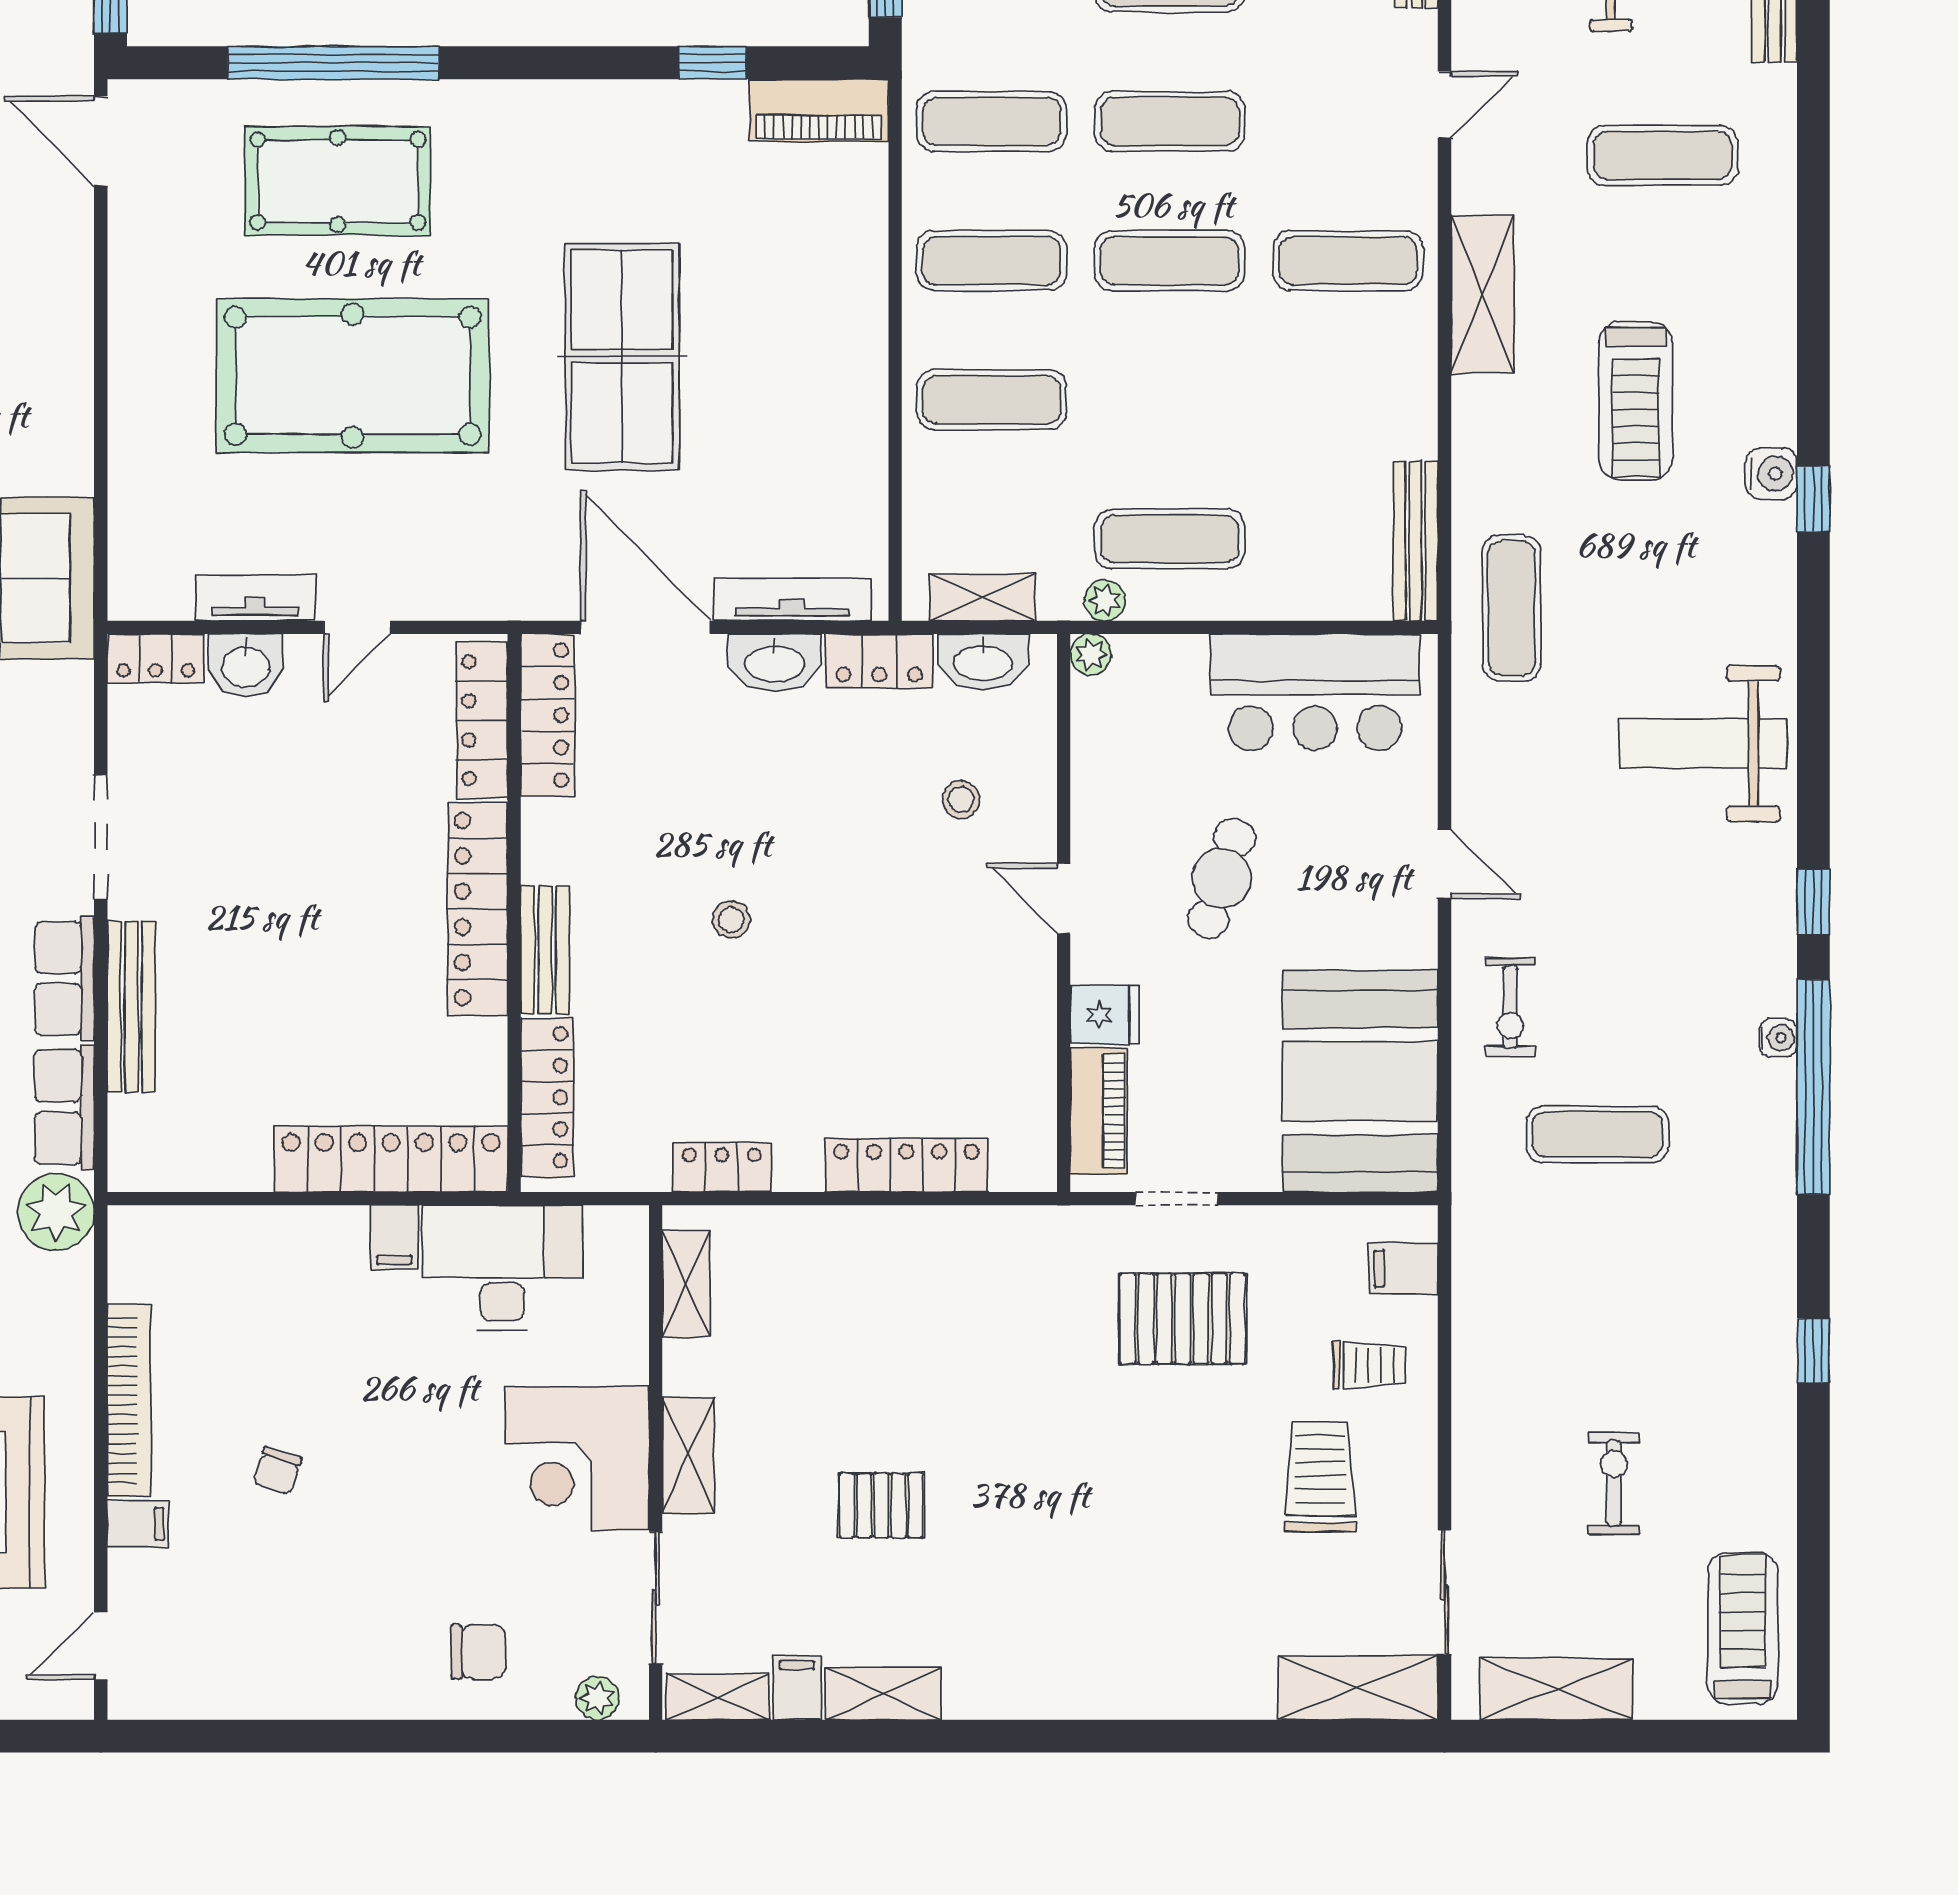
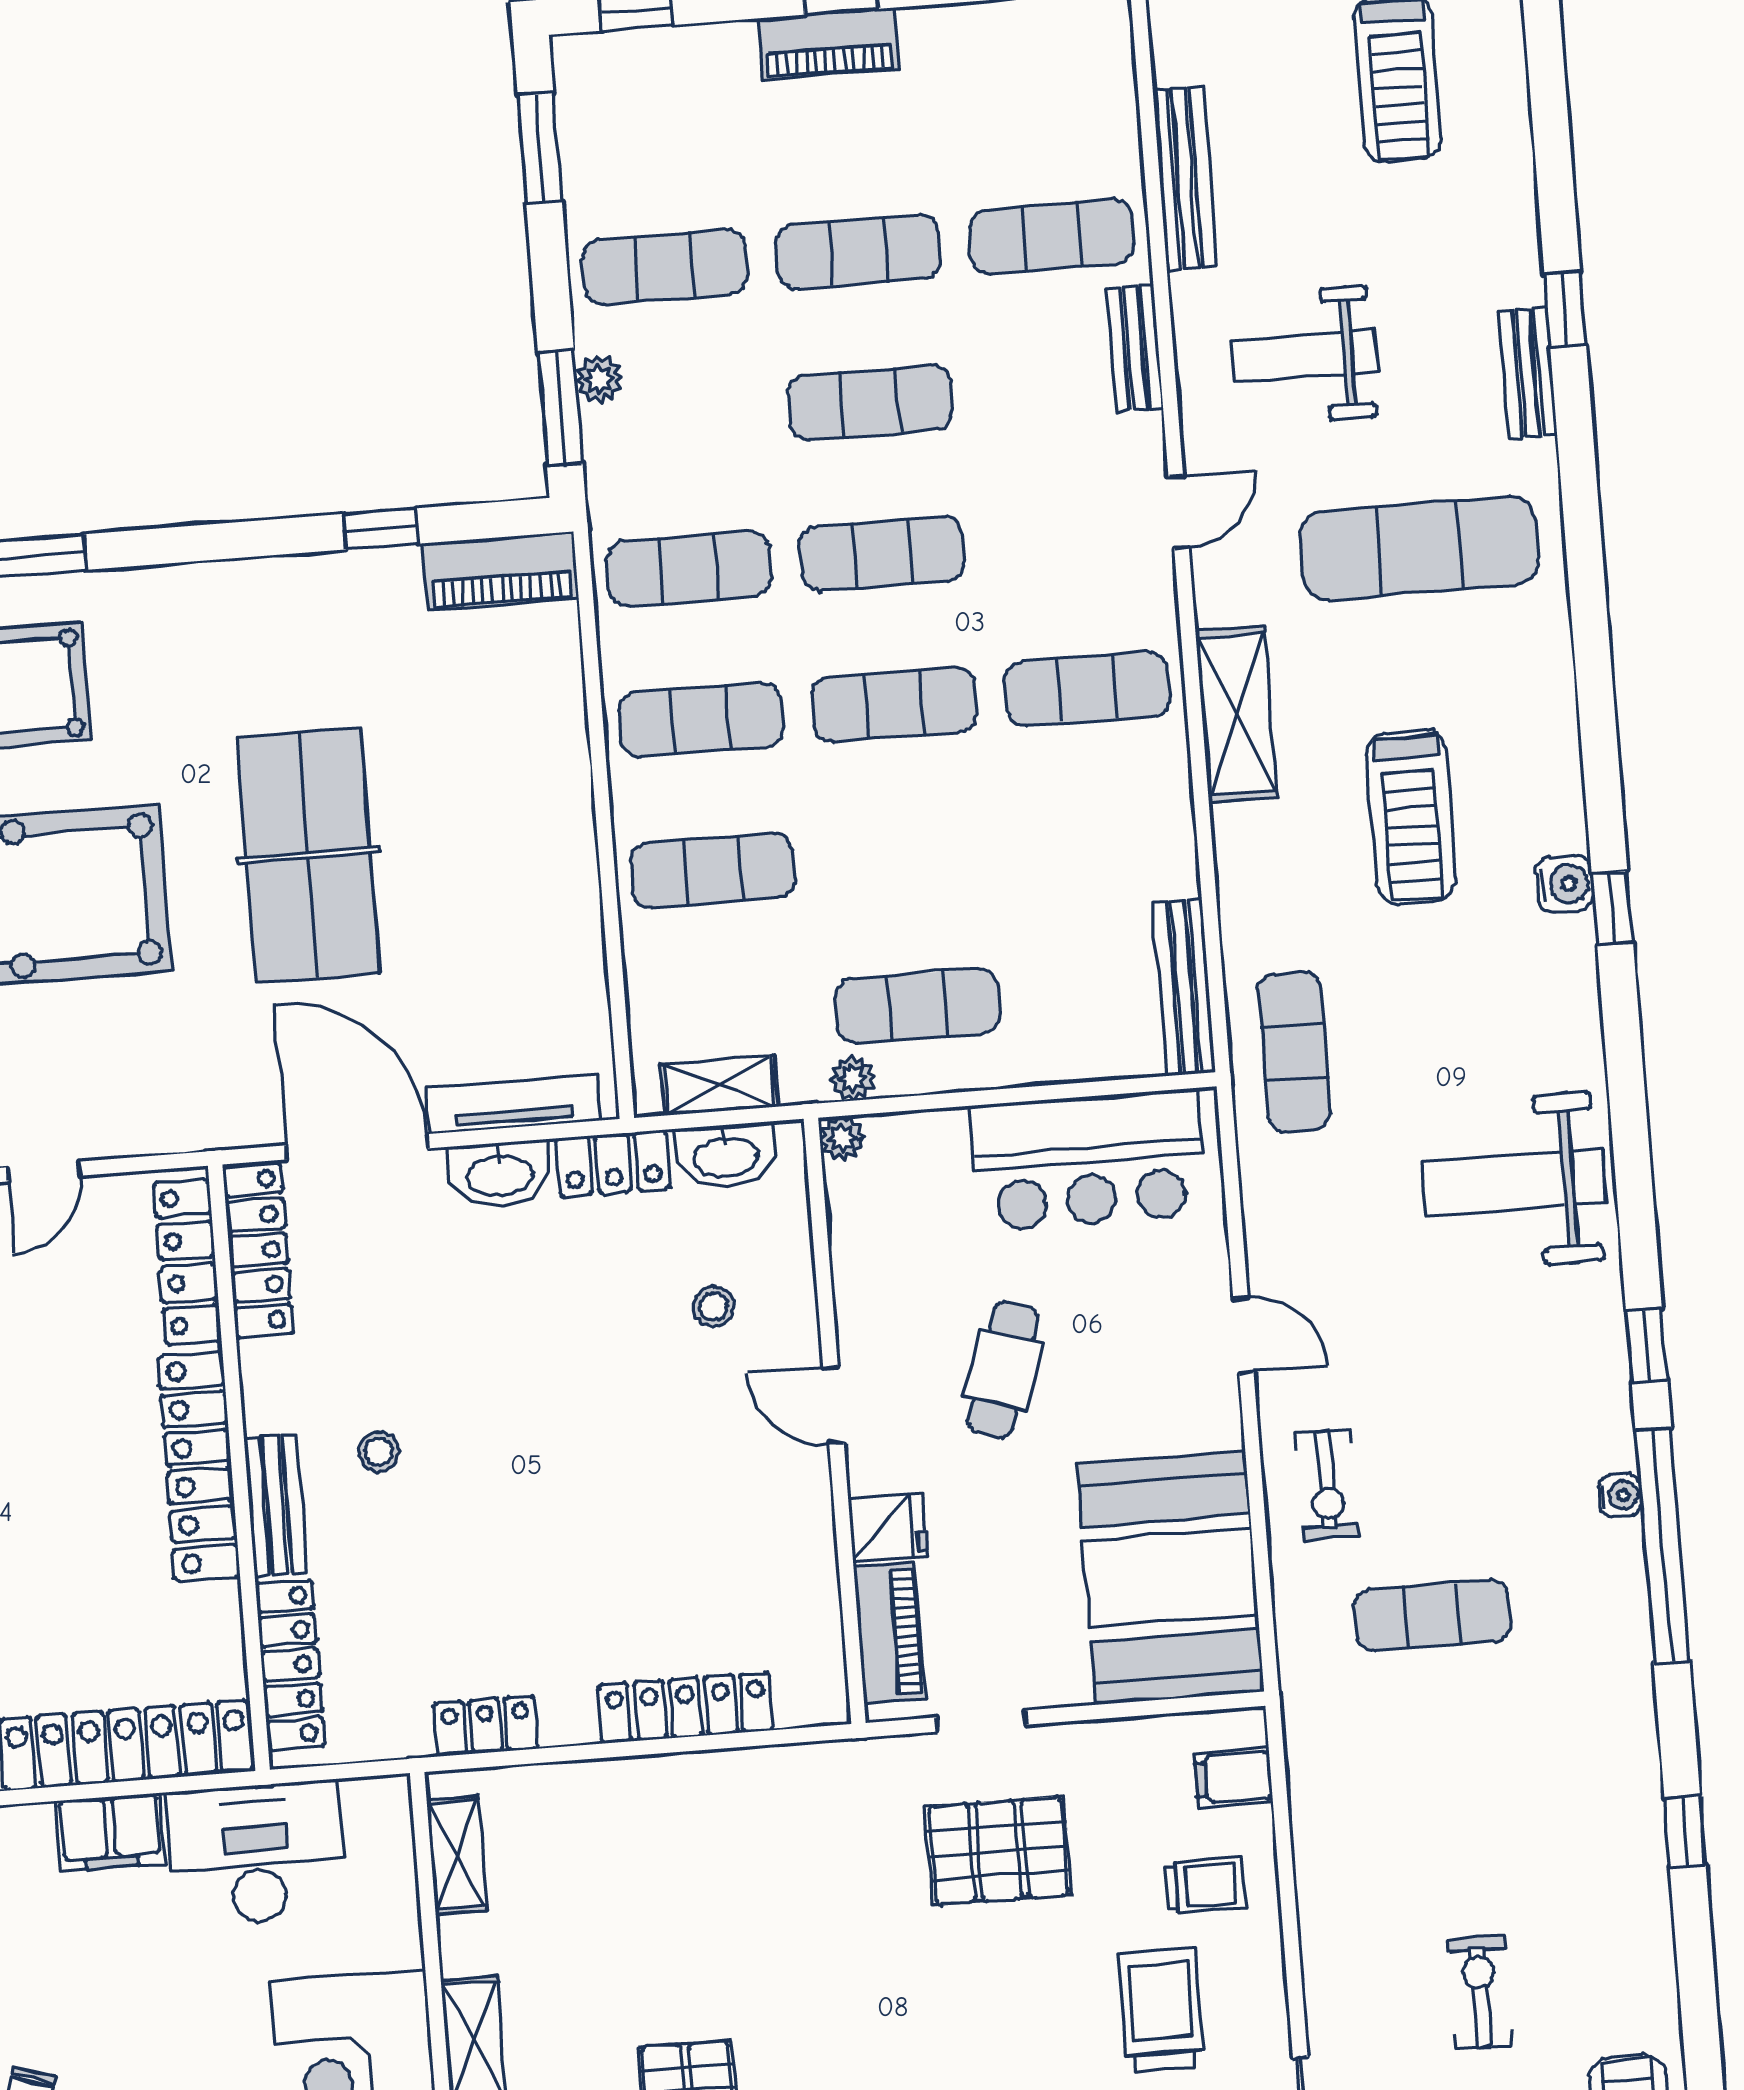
exercise mat: (1662, 155) -> (1419, 548), width x1.36, depth x1.45
stool: (731, 920) -> (379, 1452), moved
filing cabinet: (394, 1237) -> (110, 1832), width x2.00

